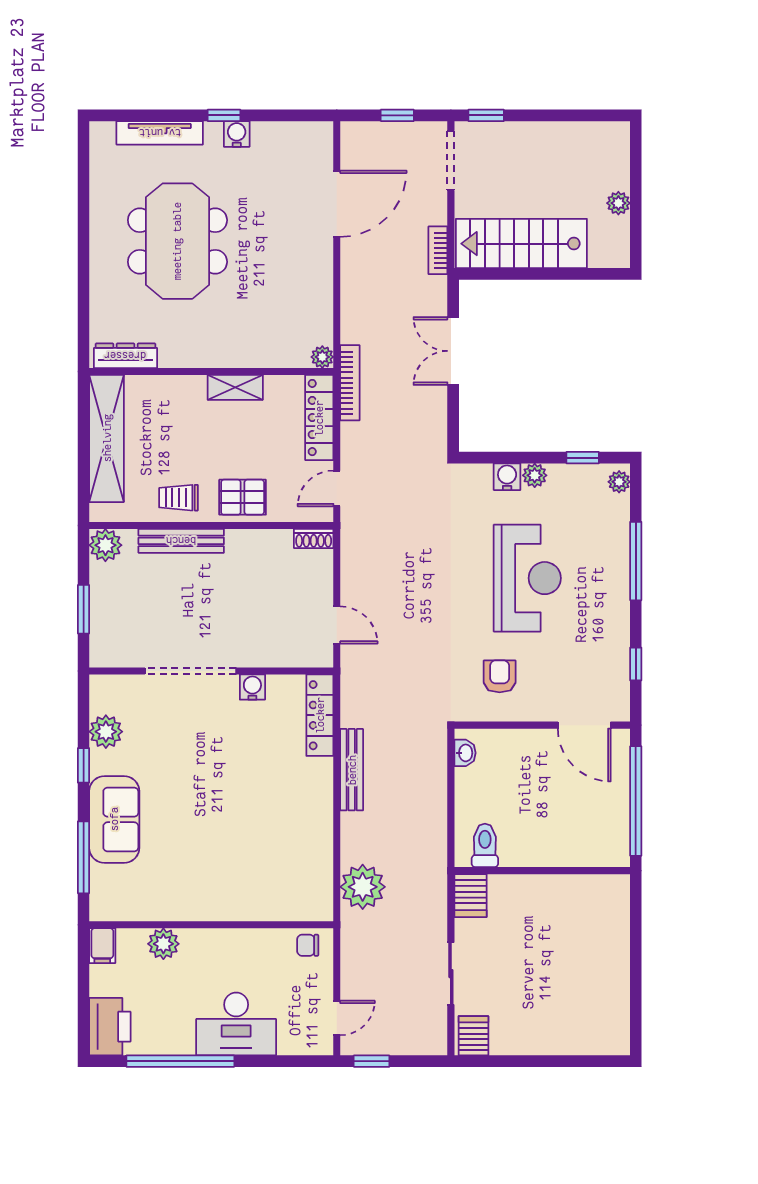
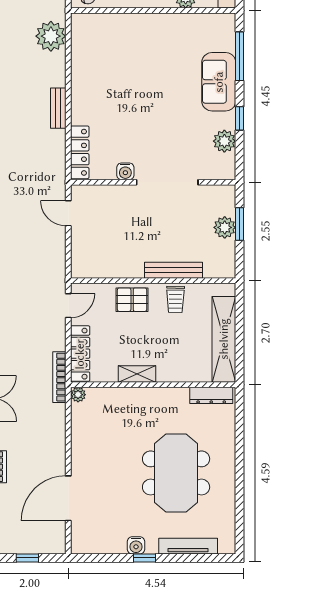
trolley: (178, 498) -> (175, 299), turned 91
shoe rack: (314, 539) -> (84, 272), removed
plant: (105, 545) -> (225, 227), moved
bench: (352, 770) -> (58, 108), width x0.73

